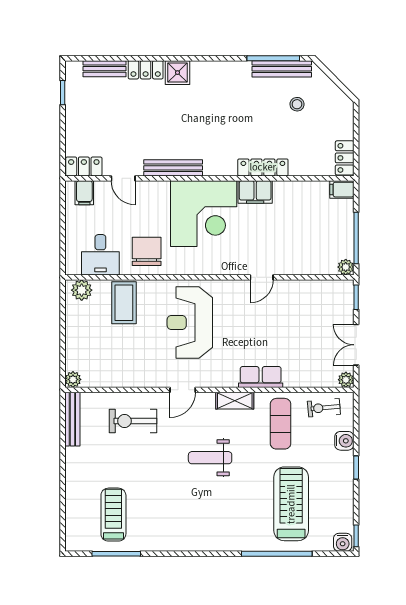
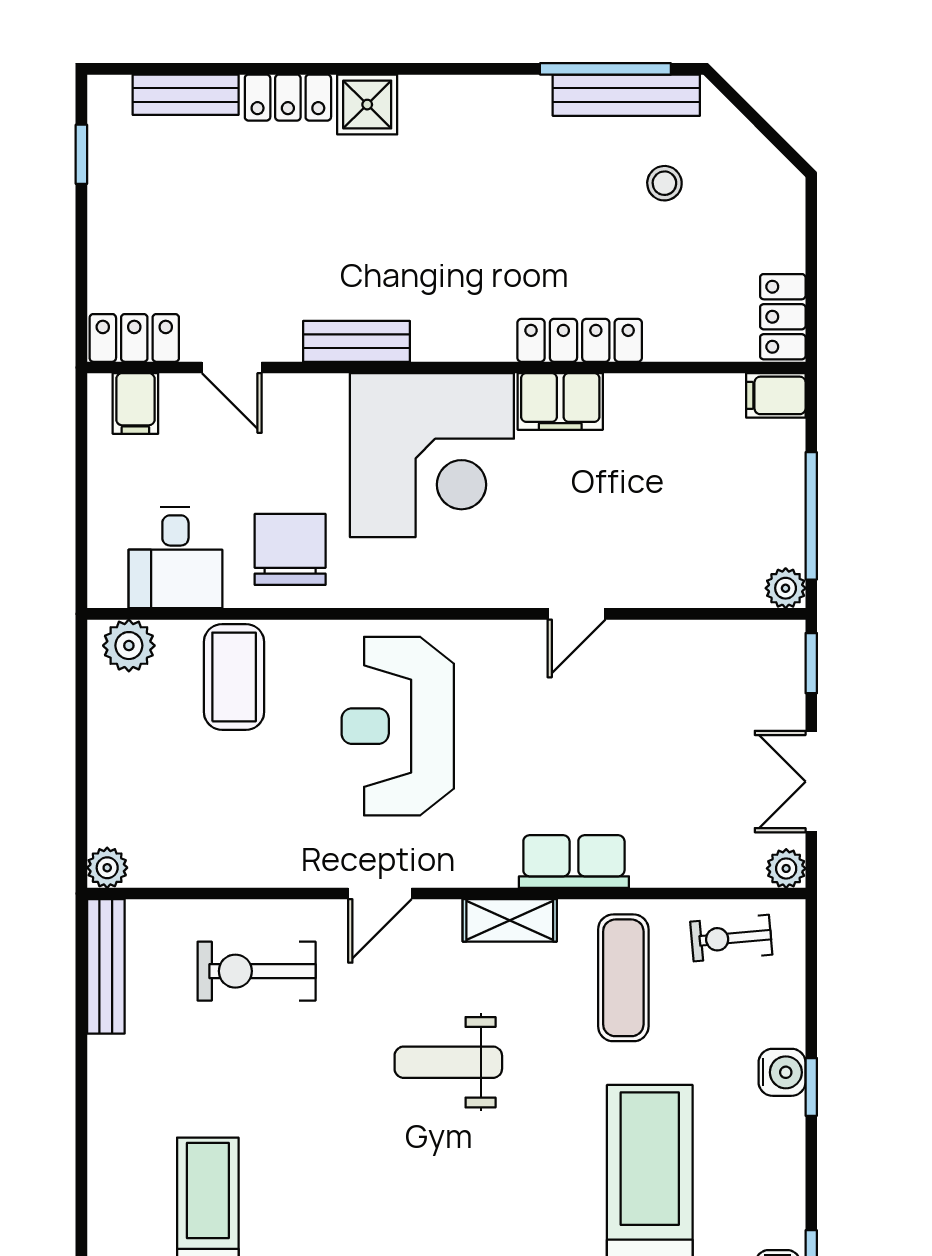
bench: (173, 168) -> (357, 341), width x0.73
water cooler: (344, 441) -> (782, 1072), moved

